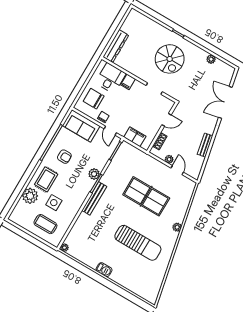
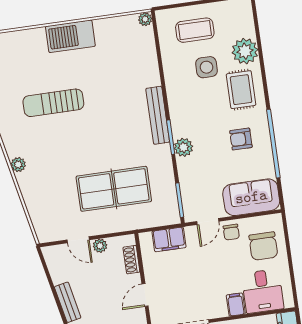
chair: (94, 99) -> (263, 246), turned 90
door: (110, 131) -> (208, 221), swing flipped
table tennis table: (146, 196) -> (114, 189), moved
sun lounger: (138, 243) -> (53, 103), width x0.73, depth x0.75
barbecue: (104, 270) -> (70, 36), width x1.88, depth x1.53

